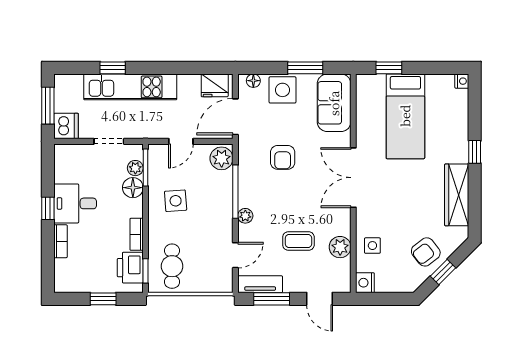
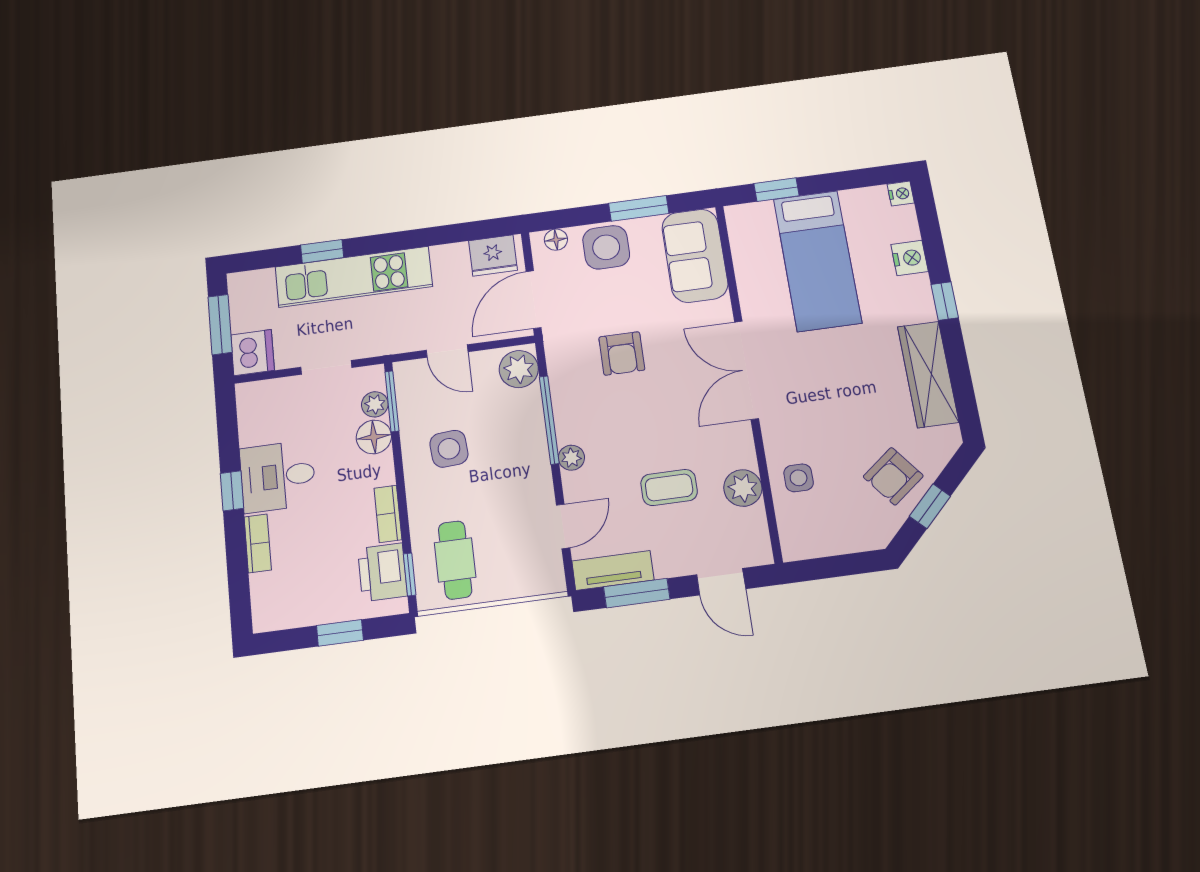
door: (181, 141) -> (447, 351), hinge flipped
nightstand: (365, 283) -> (910, 258), moved, turned 180

